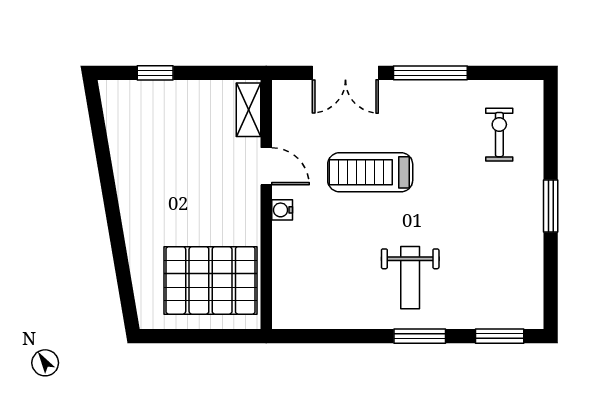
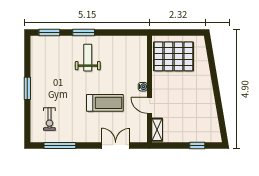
window: (430, 73) -> (60, 146), moved

